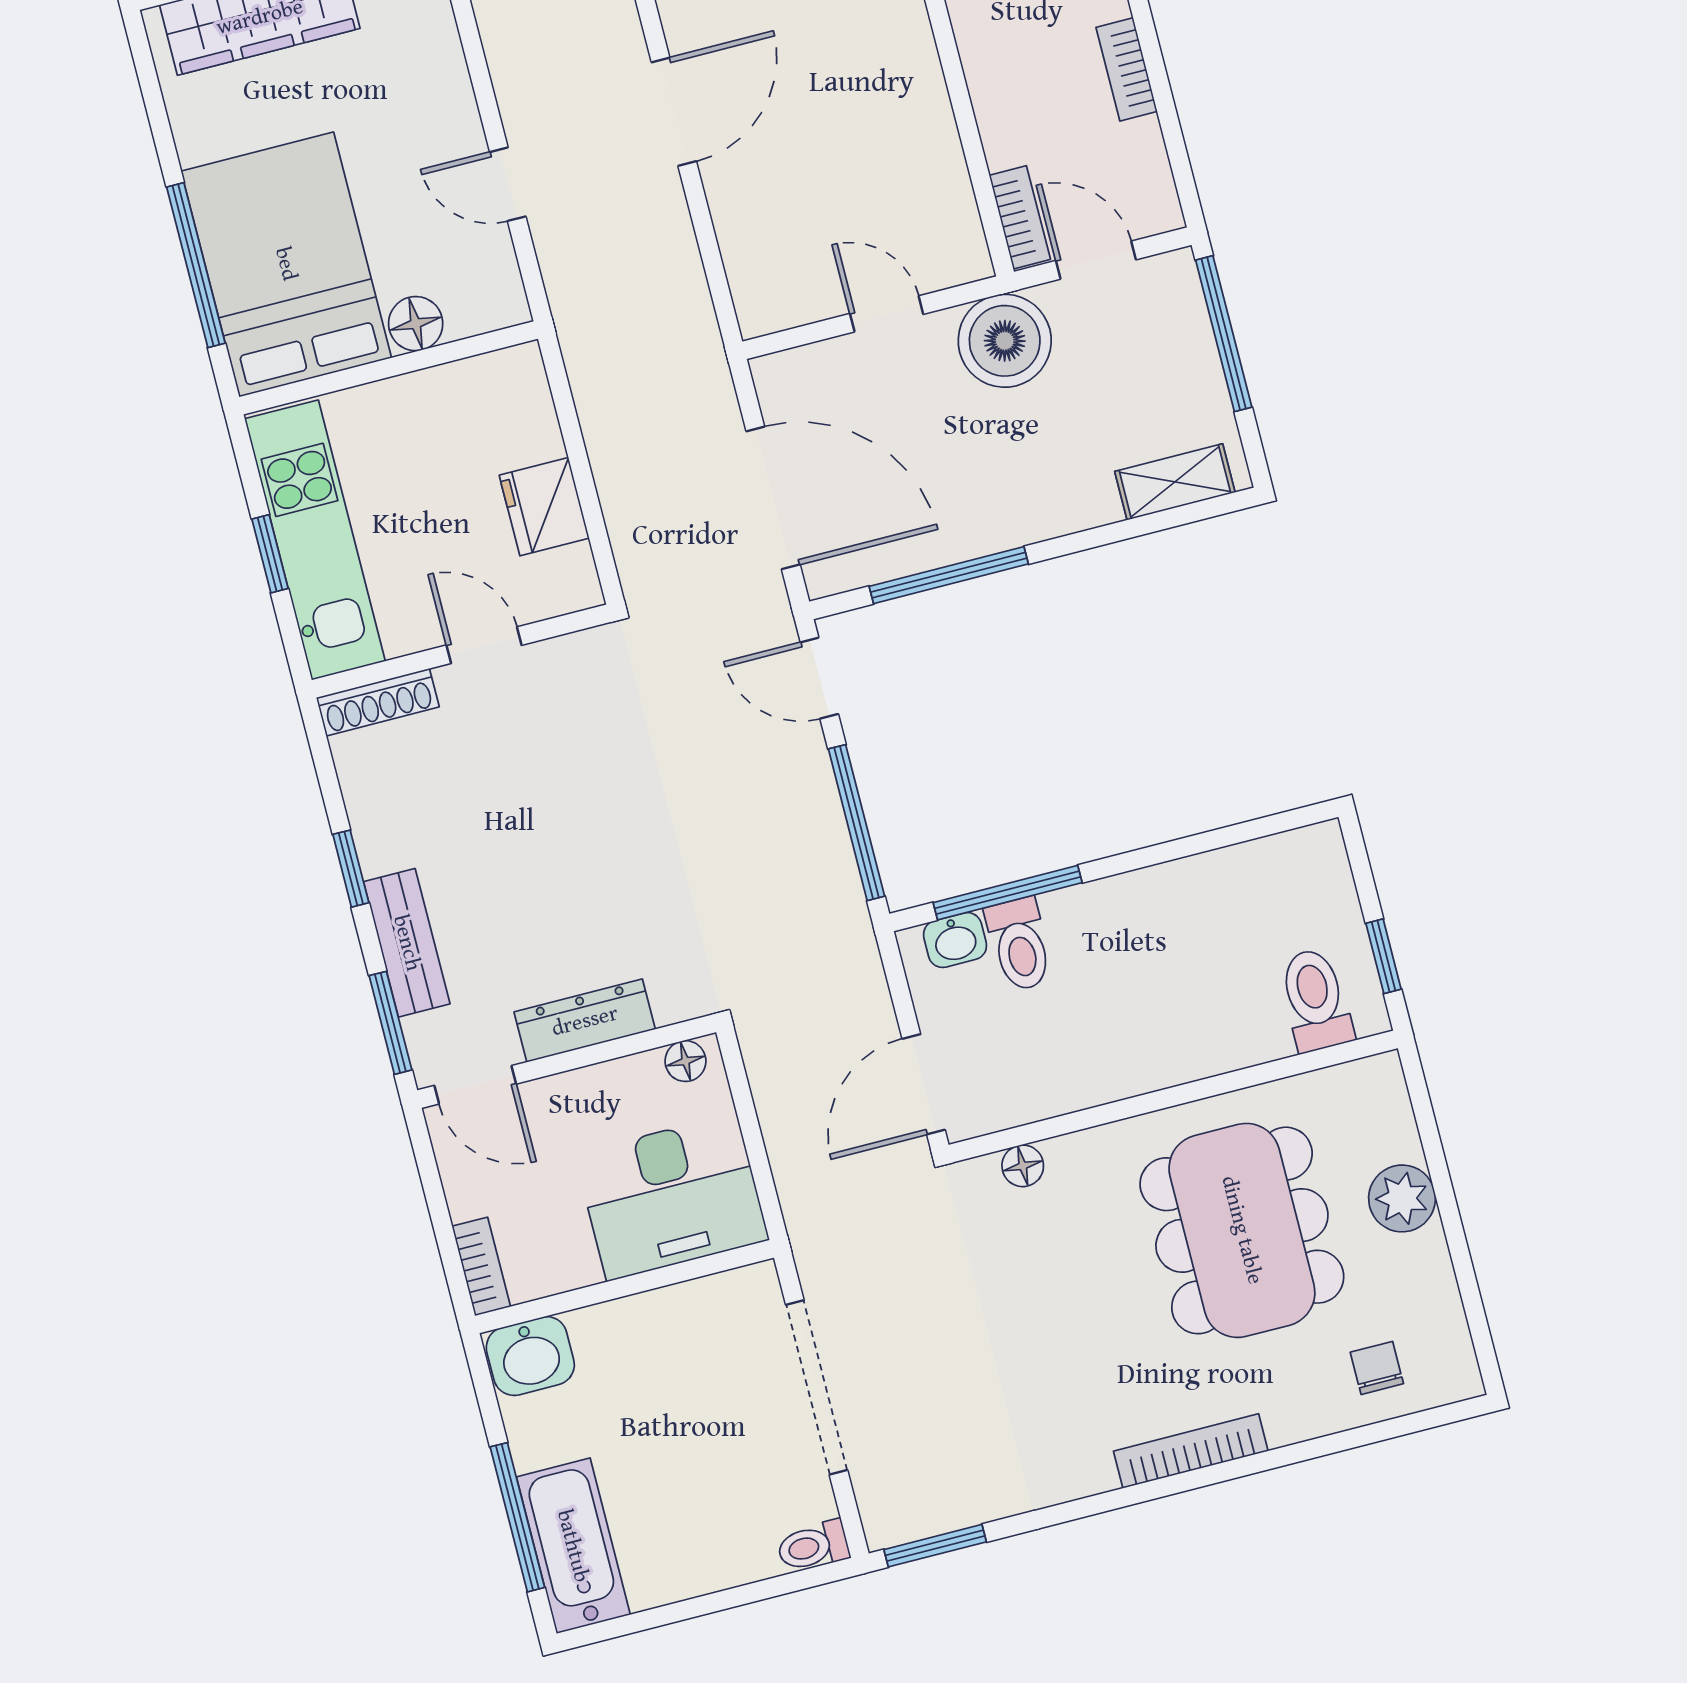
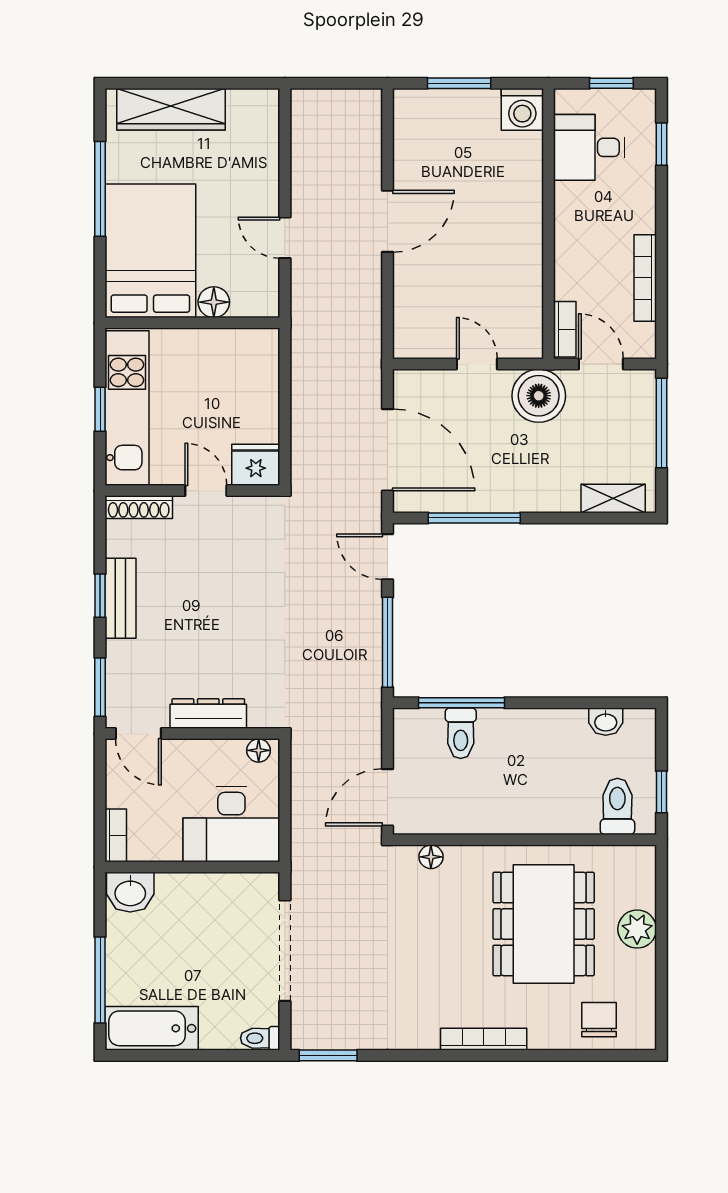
bookcase: (1127, 69) -> (645, 278), width x1.56
window: (196, 265) -> (100, 189), moved
fridge: (544, 507) -> (256, 465), moved, turned 90
washbasin: (955, 940) -> (606, 722), moved
bench: (407, 943) -> (120, 598), moved
chair: (1377, 1368) -> (599, 1020), width x1.37, depth x1.37
bathtub: (573, 1546) -> (152, 1028), moved, turned -90

